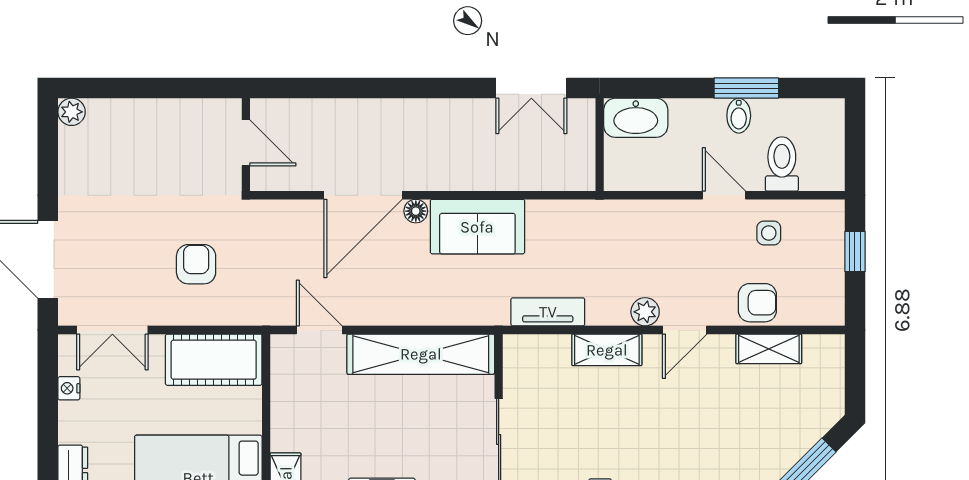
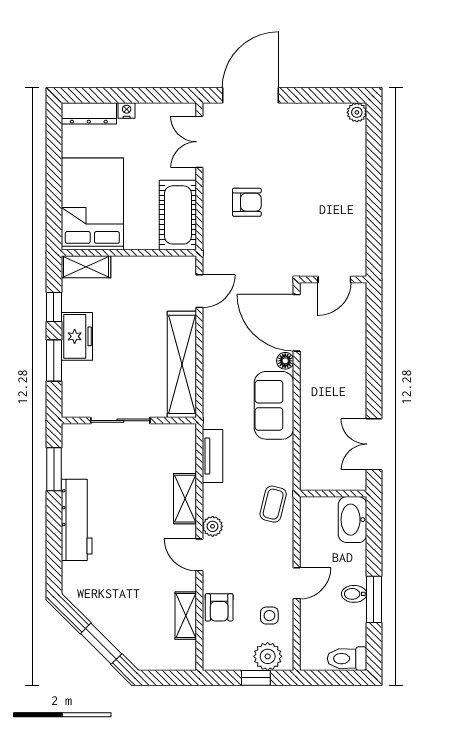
door: (246, 143) -> (334, 280), moved
wall: (246, 145) -> (333, 280), moved
toilet: (782, 164) -> (347, 659), moved, turned 180
coffee table: (614, 228) -> (273, 504), added
plant: (825, 235) -> (268, 656), added
nightstand: (69, 388) -> (127, 110), moved

